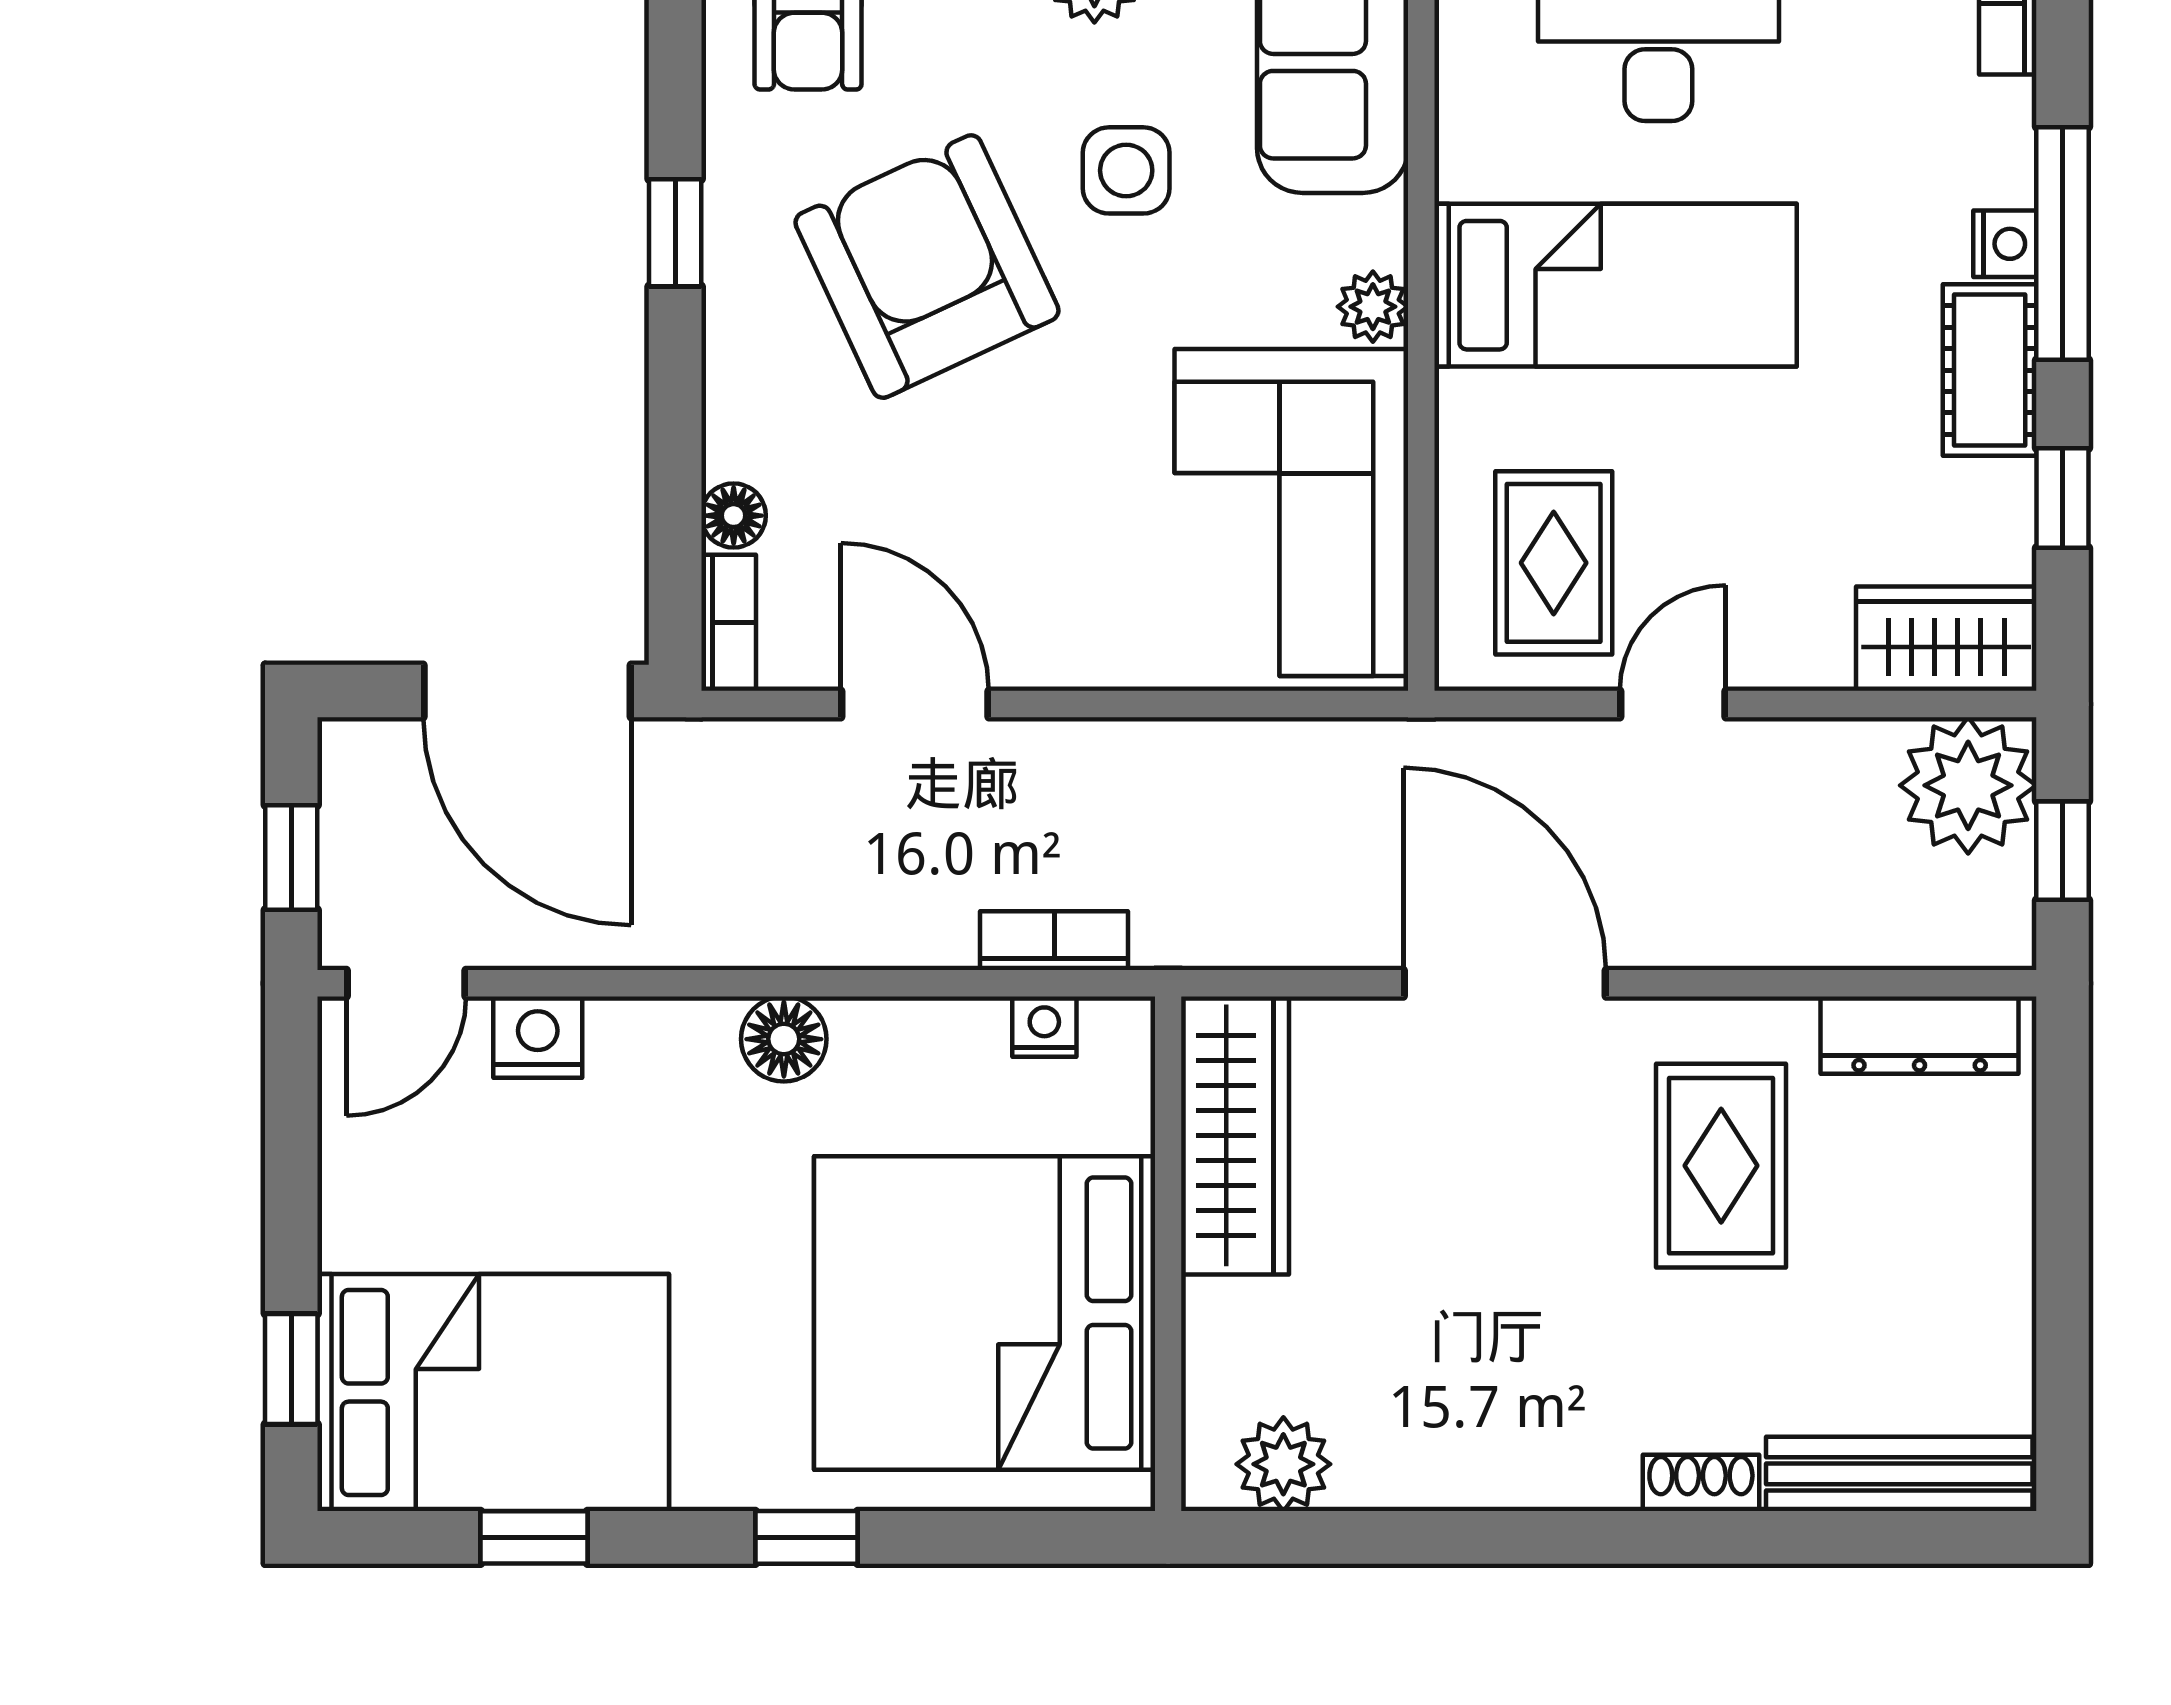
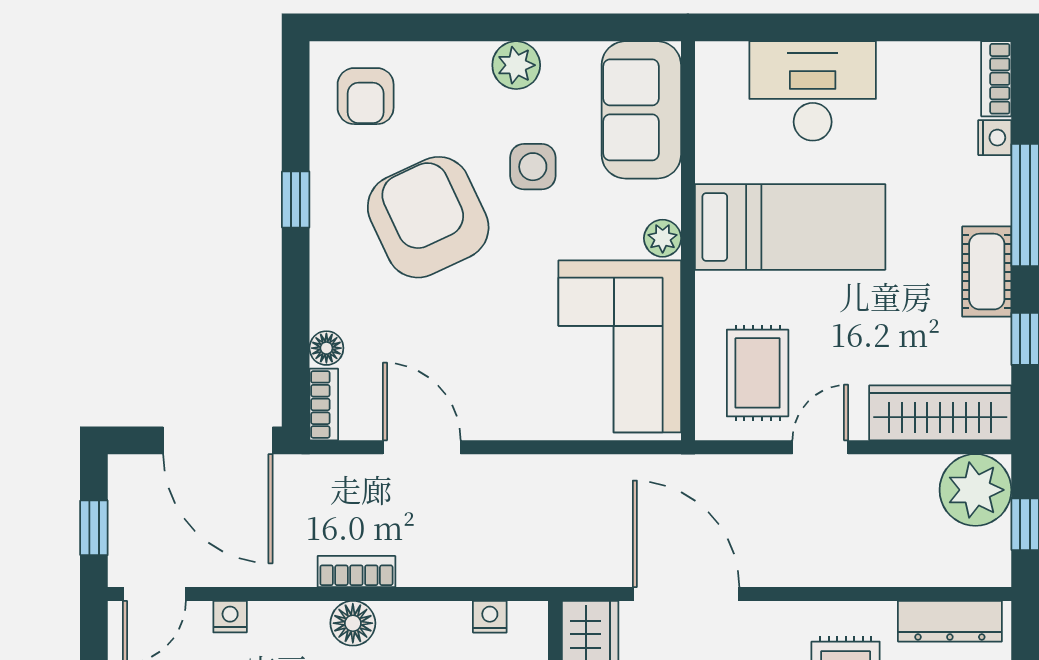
nightstand: (2005, 244) -> (995, 138), moved
wardrobe: (1946, 639) -> (940, 413), width x1.50
bookcase: (1054, 941) -> (356, 572), moved
door: (1505, 983) -> (686, 594), moved
nightstand: (538, 1037) -> (230, 617), width x0.72, depth x0.74

